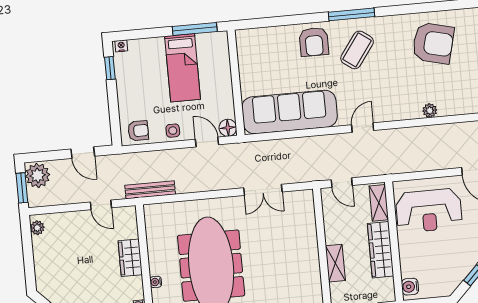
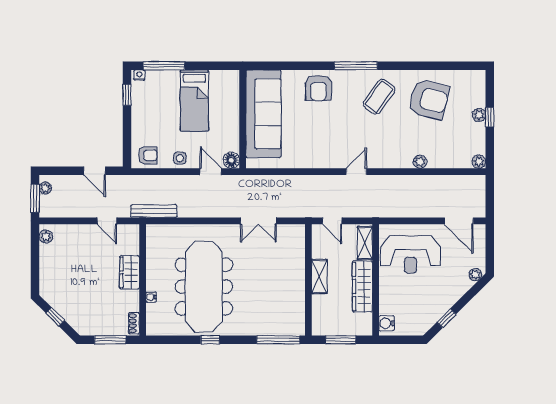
window: (195, 29) -> (164, 66), moved
coffee table: (357, 50) -> (379, 97), moved
sofa: (290, 112) -> (263, 114), moved, turned 90
plant: (38, 175) -> (45, 188), width x0.53, depth x0.53
shelving: (335, 263) -> (319, 276), moved

